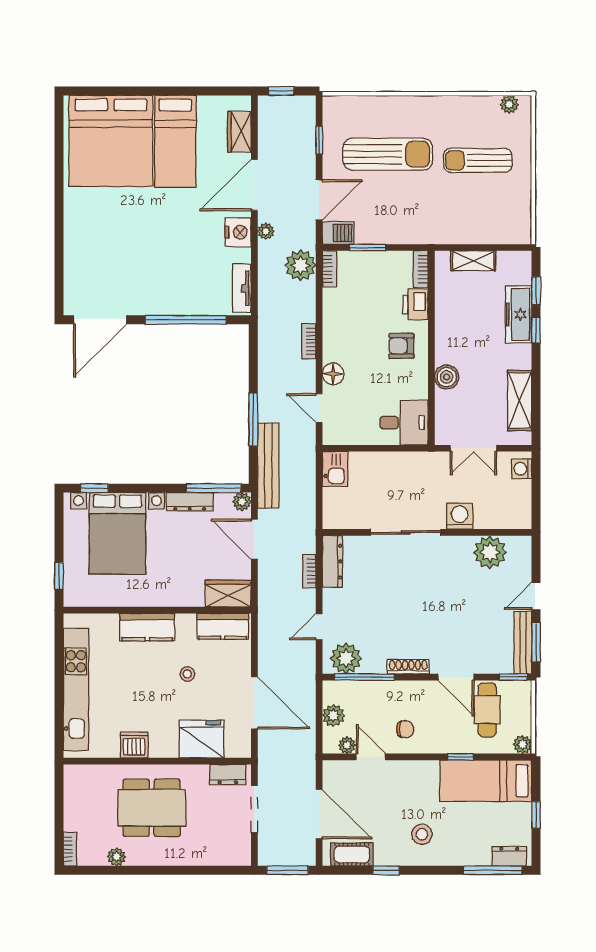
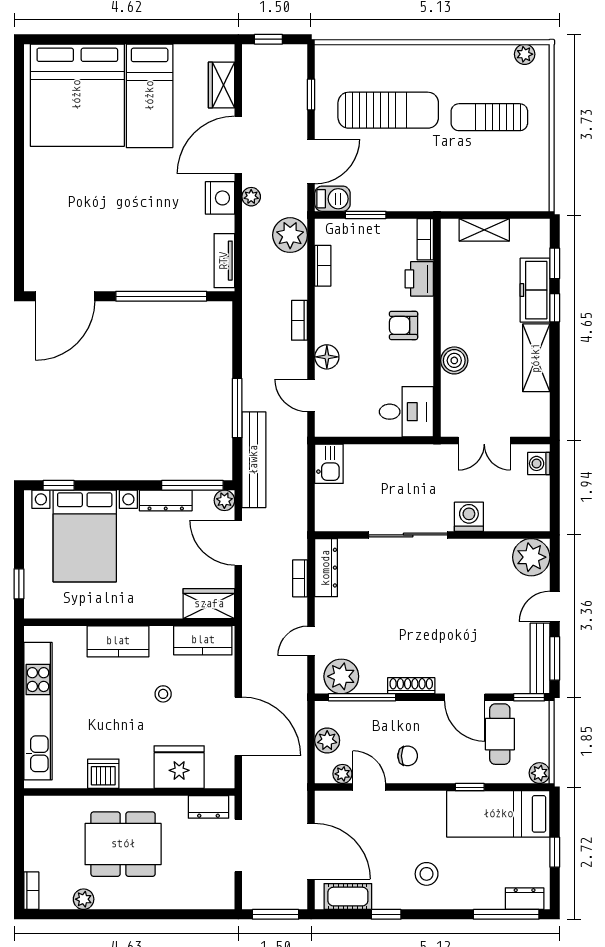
bookcase: (330, 269) -> (323, 266), moved
shelving: (520, 401) -> (536, 358), moved
plant: (490, 552) -> (531, 557), moved

